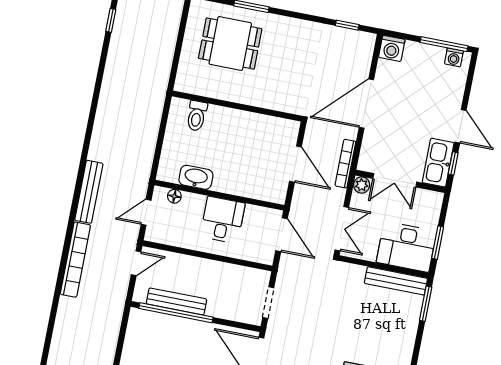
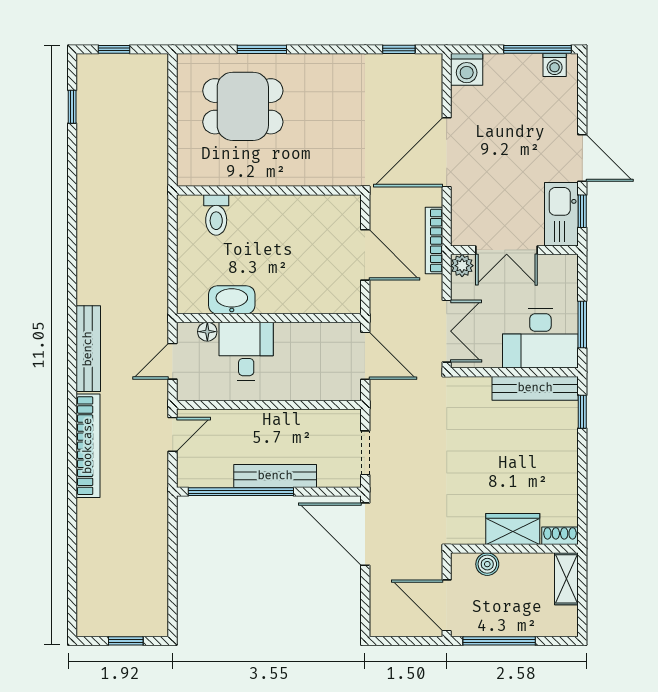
desk: (223, 220) -> (246, 351), moved
bench: (176, 301) -> (275, 476), moved
window: (426, 304) -> (582, 412), width x0.67

